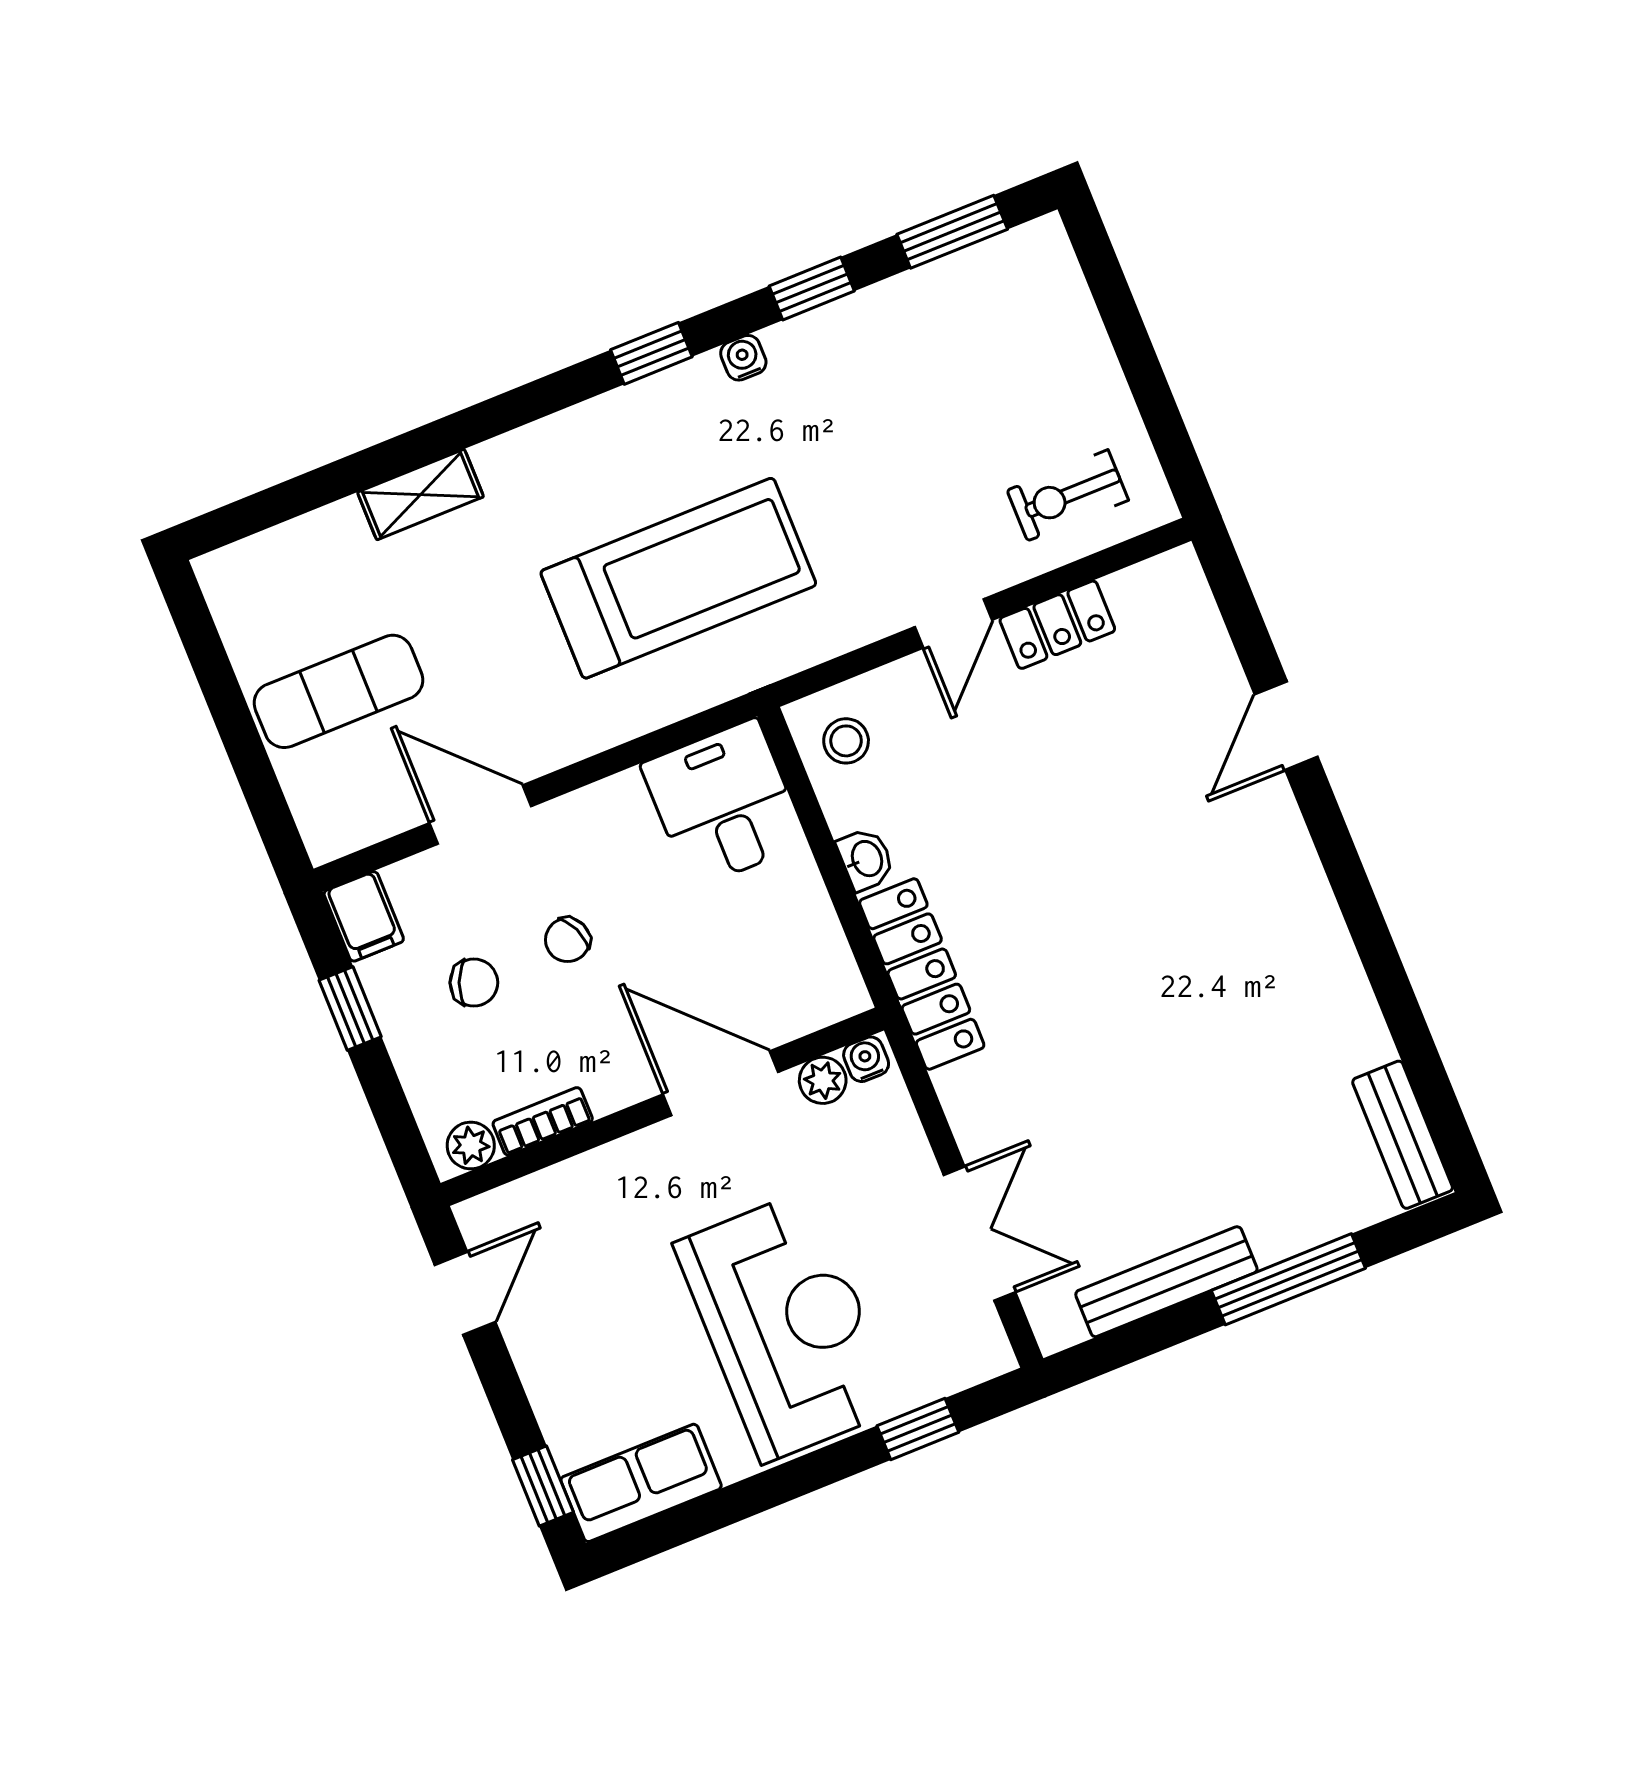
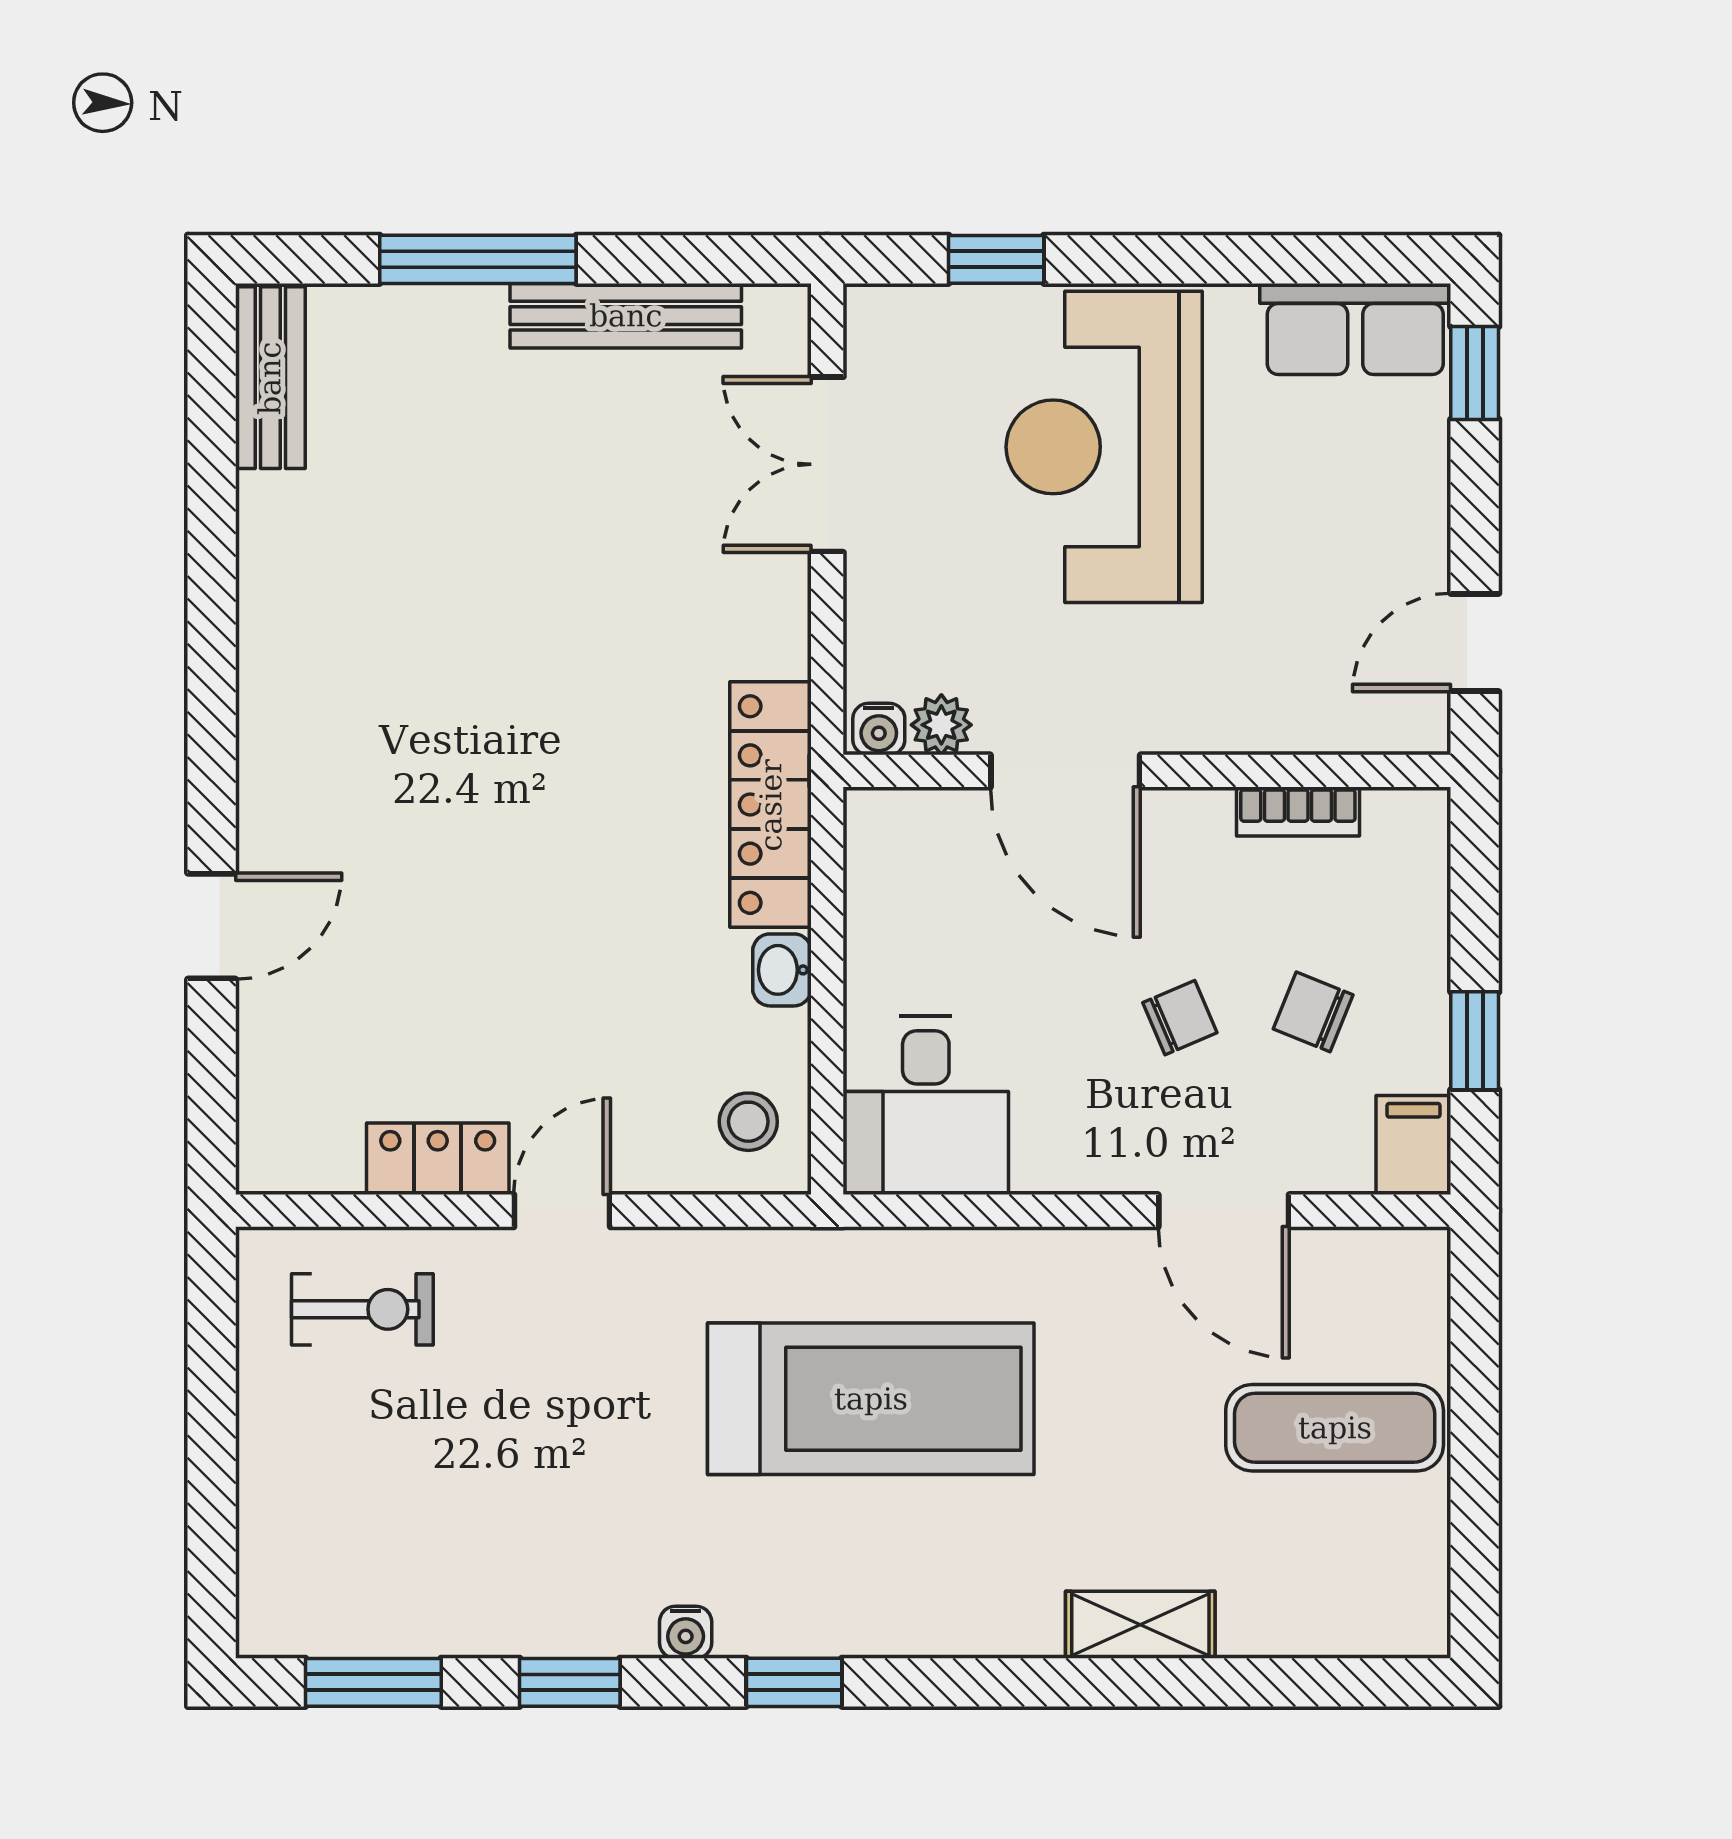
treadmill: (678, 578) -> (871, 1399), turned 180
plant: (471, 1146) -> (1396, 817), removed

